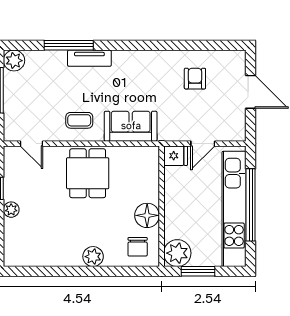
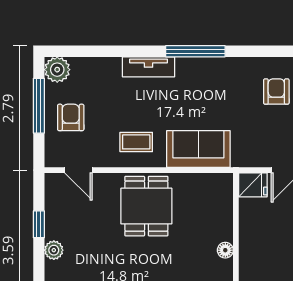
window: (69, 45) -> (195, 51), moved
armchair: (25, 100) -> (71, 117), added
floor lamp: (147, 215) -> (225, 250), width x0.53, depth x0.53

